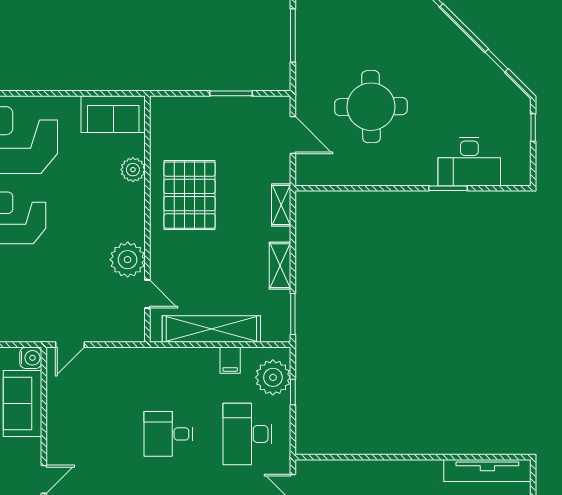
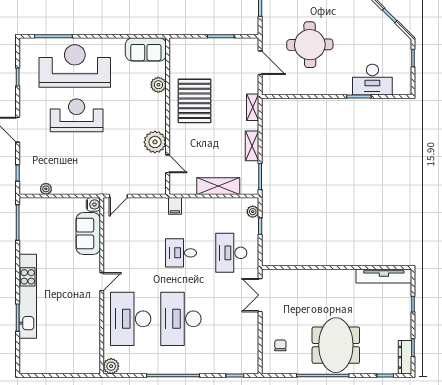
shelving: (211, 329) -> (218, 186), width x0.68
filing cabinet: (230, 360) -> (175, 206), moved
plant: (273, 377) -> (253, 212), width x0.53, depth x0.53

